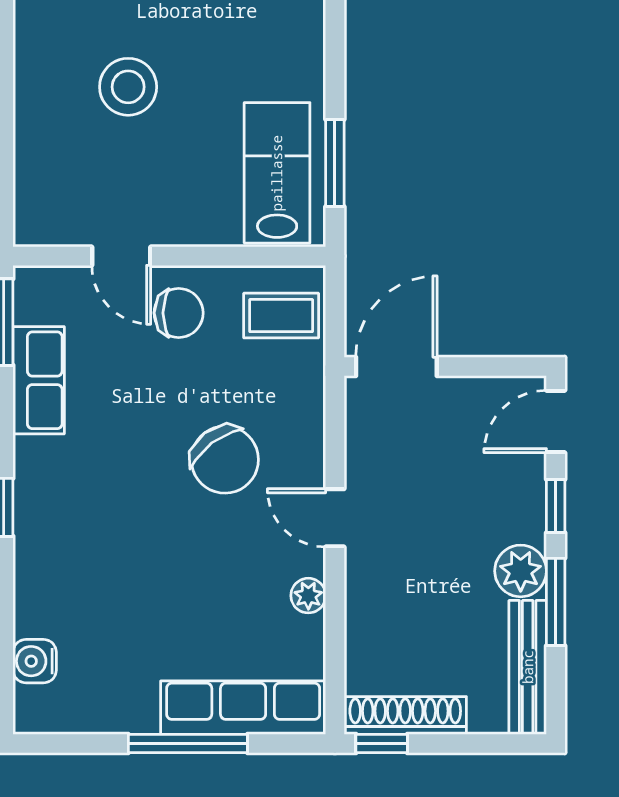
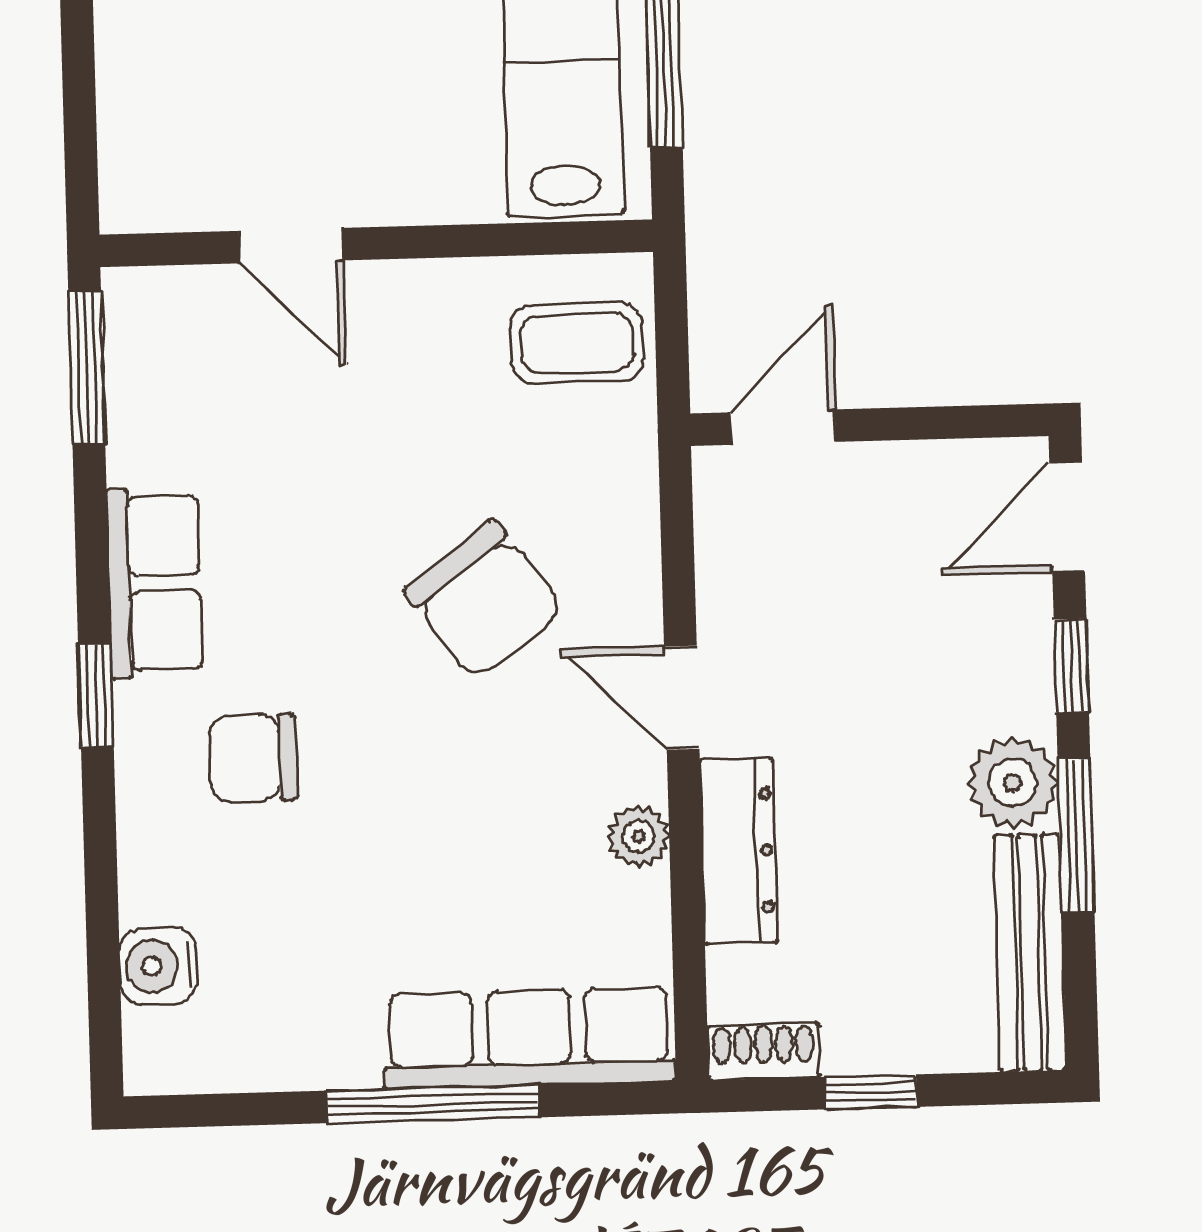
chair: (179, 313) -> (253, 758), moved, turned 180
door: (396, 366) -> (783, 427), width x0.73
row of seats: (39, 380) -> (155, 583), moved
dresser: (364, 605) -> (738, 851), added
shoe rack: (405, 715) -> (764, 1051), width x0.51, depth x0.81
window: (382, 744) -> (871, 1092), moved

